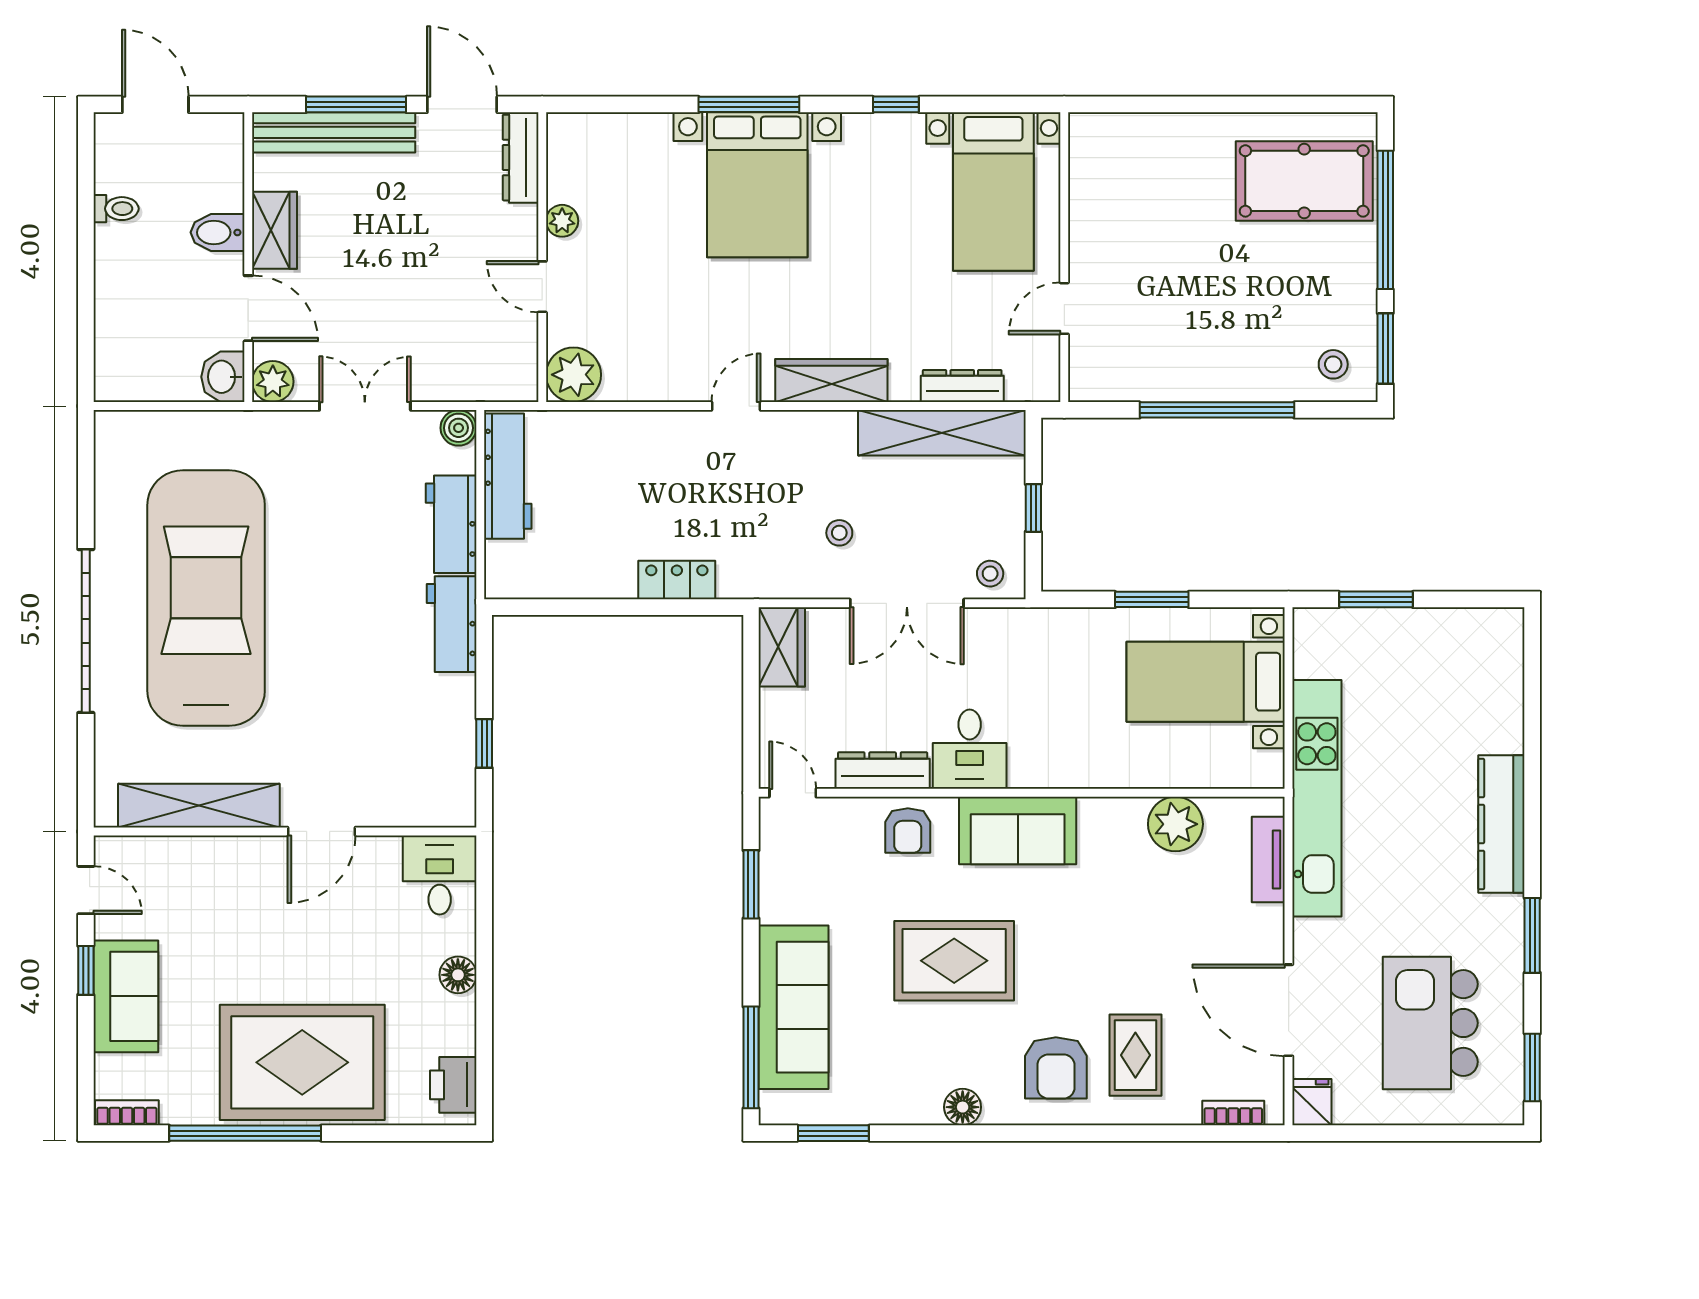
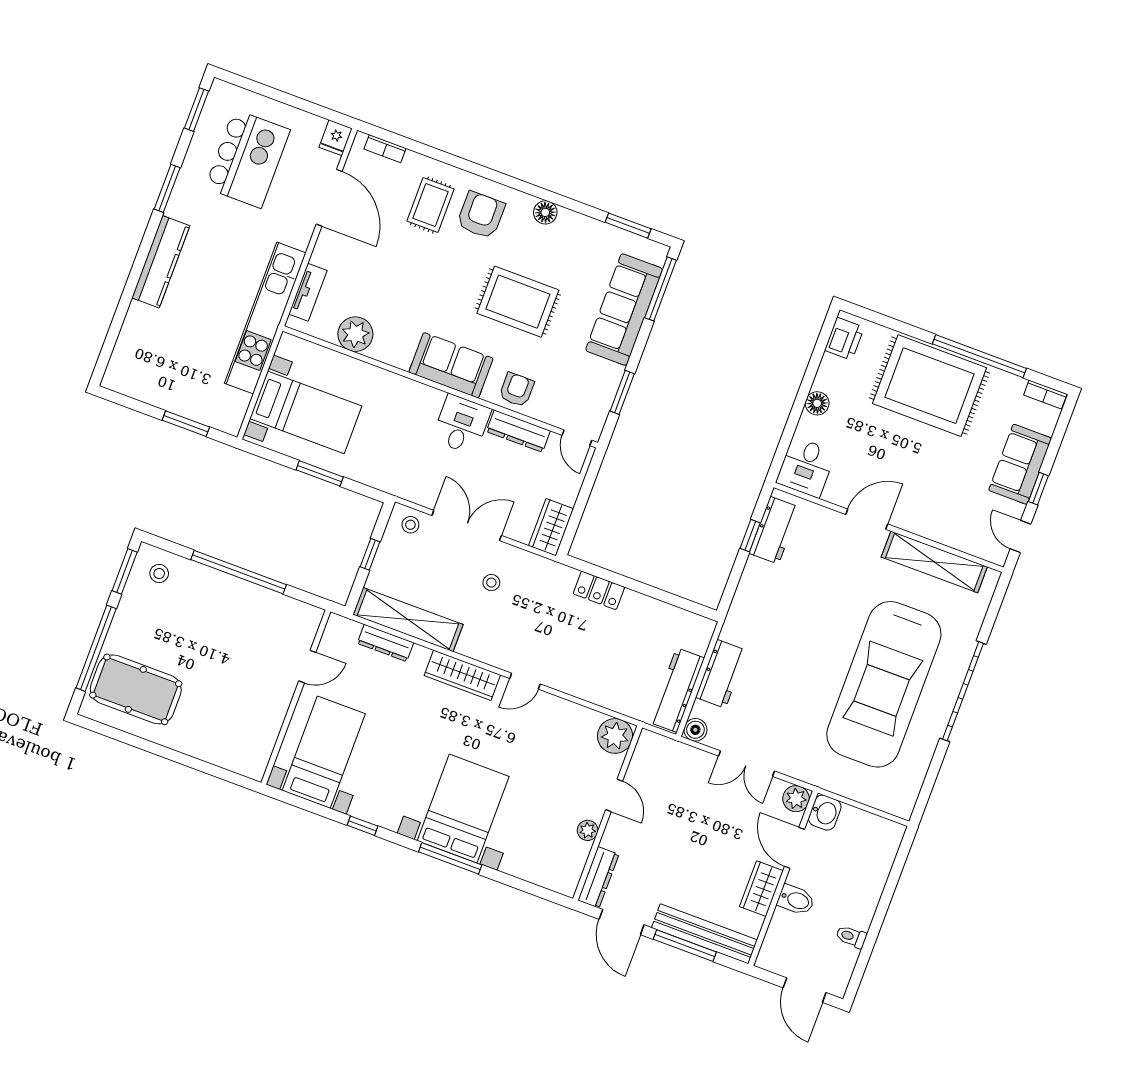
workbench: (452, 624) -> (774, 530), moved

